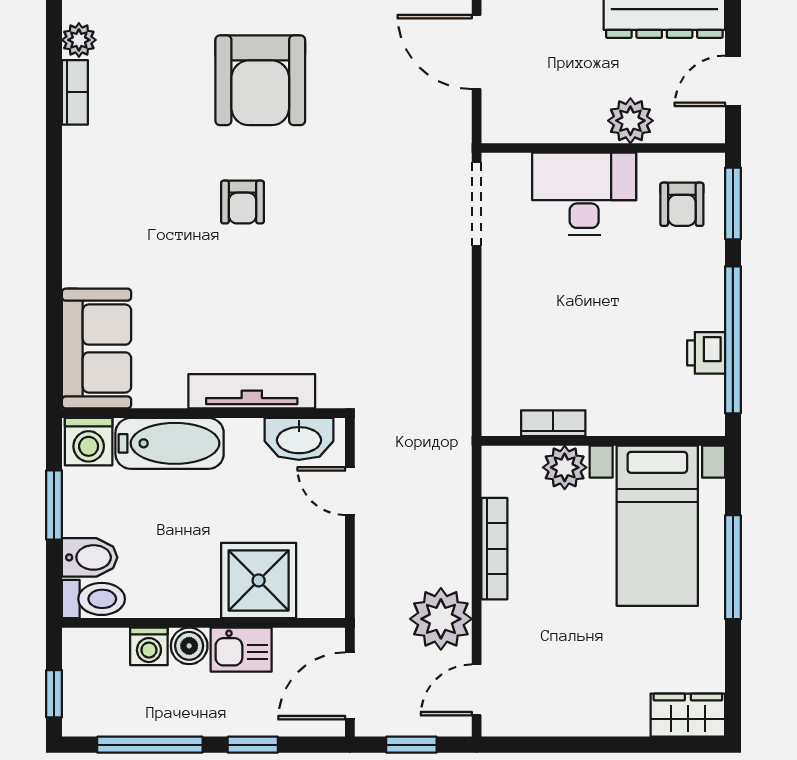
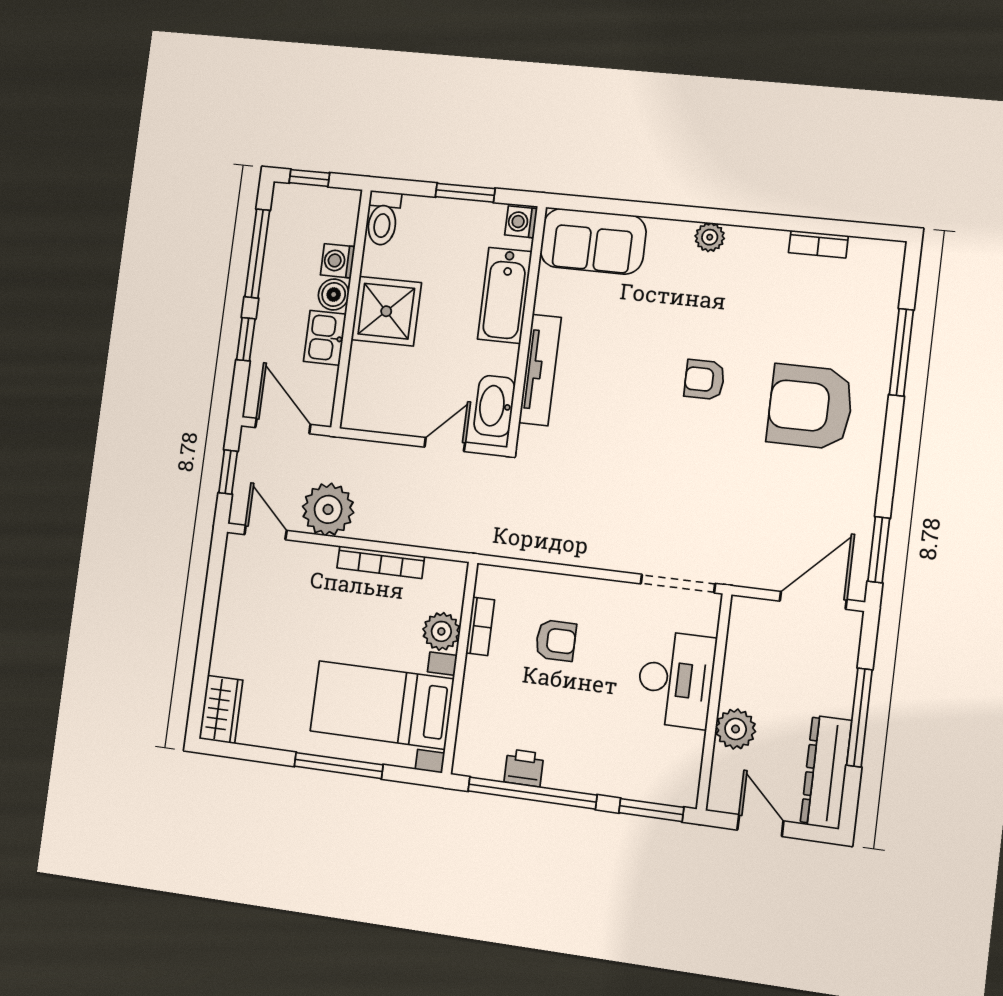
plant: (79, 40) -> (710, 237), moved
armchair: (682, 204) -> (556, 640), moved, turned 180
washing machine: (89, 442) -> (521, 222), width x0.73, depth x0.73
bidet: (90, 557) -> (418, 218), removed
shower: (259, 580) -> (386, 311), moved

